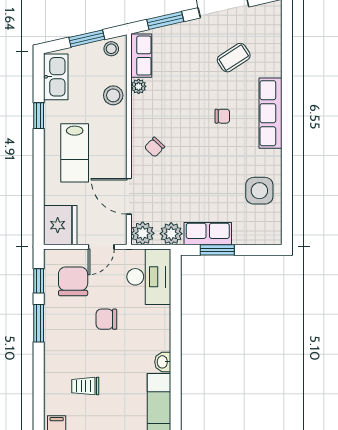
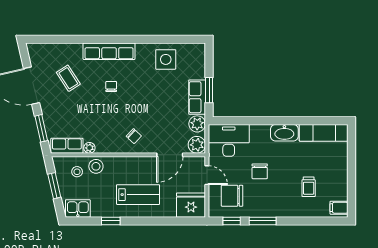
stool: (111, 49) -> (77, 172), moved
kitchen sink: (56, 77) -> (78, 208), width x0.73
washbasin: (163, 362) -> (284, 133), width x1.91, depth x1.45

